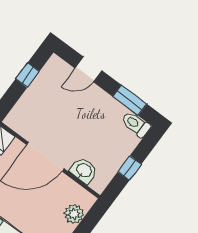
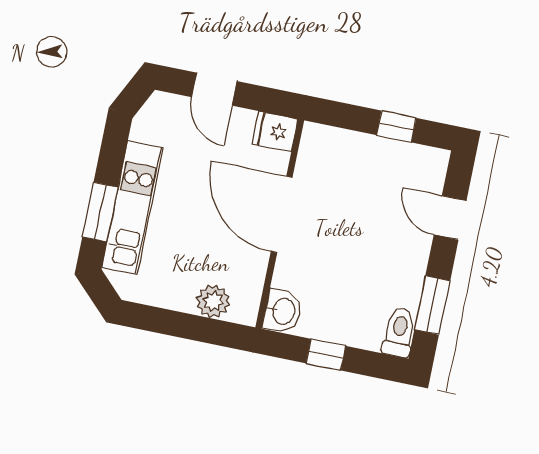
washbasin: (84, 171) -> (283, 311), moved

